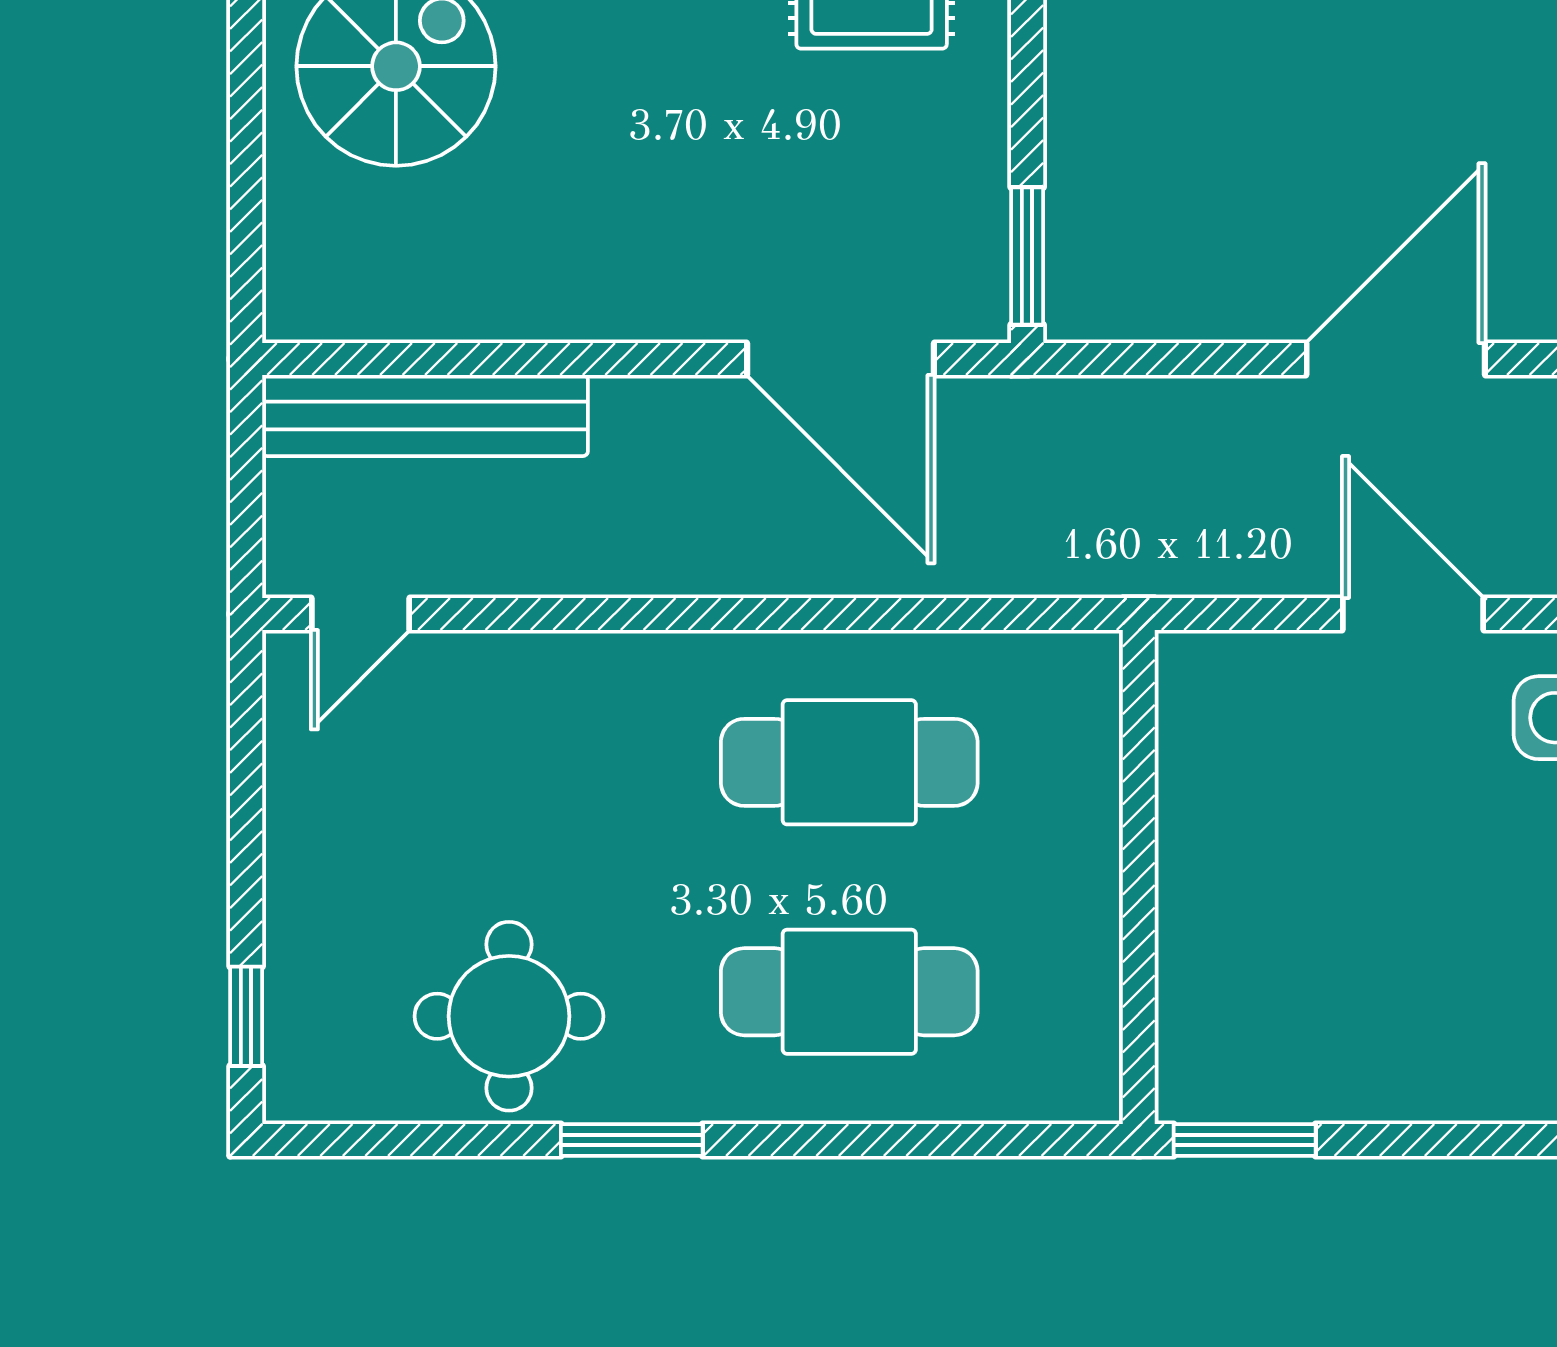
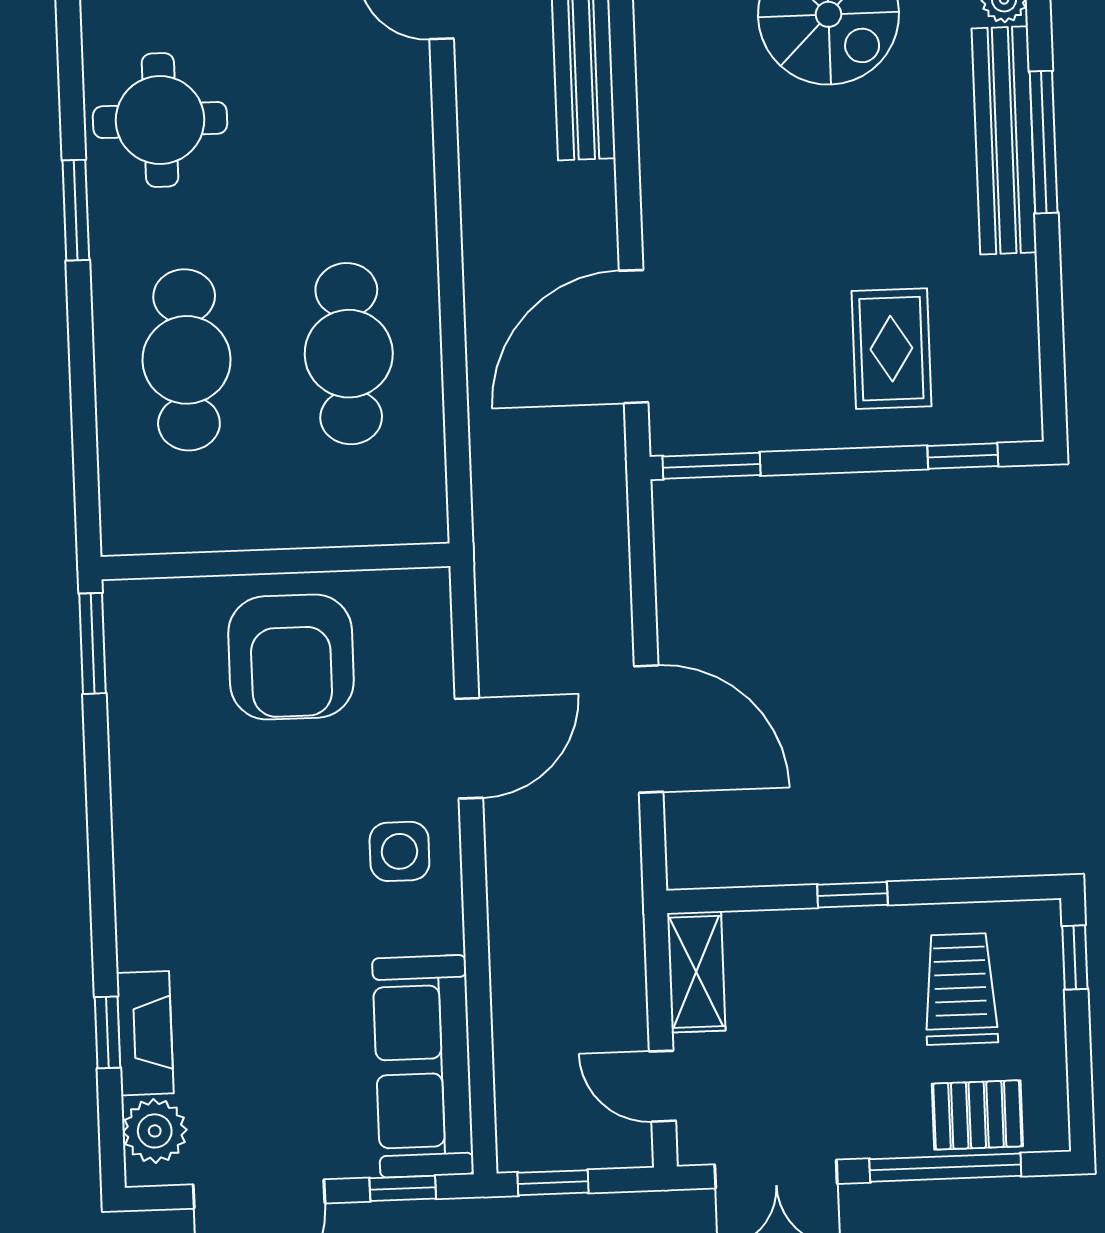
armchair: (1275, 860) -> (291, 657), added

